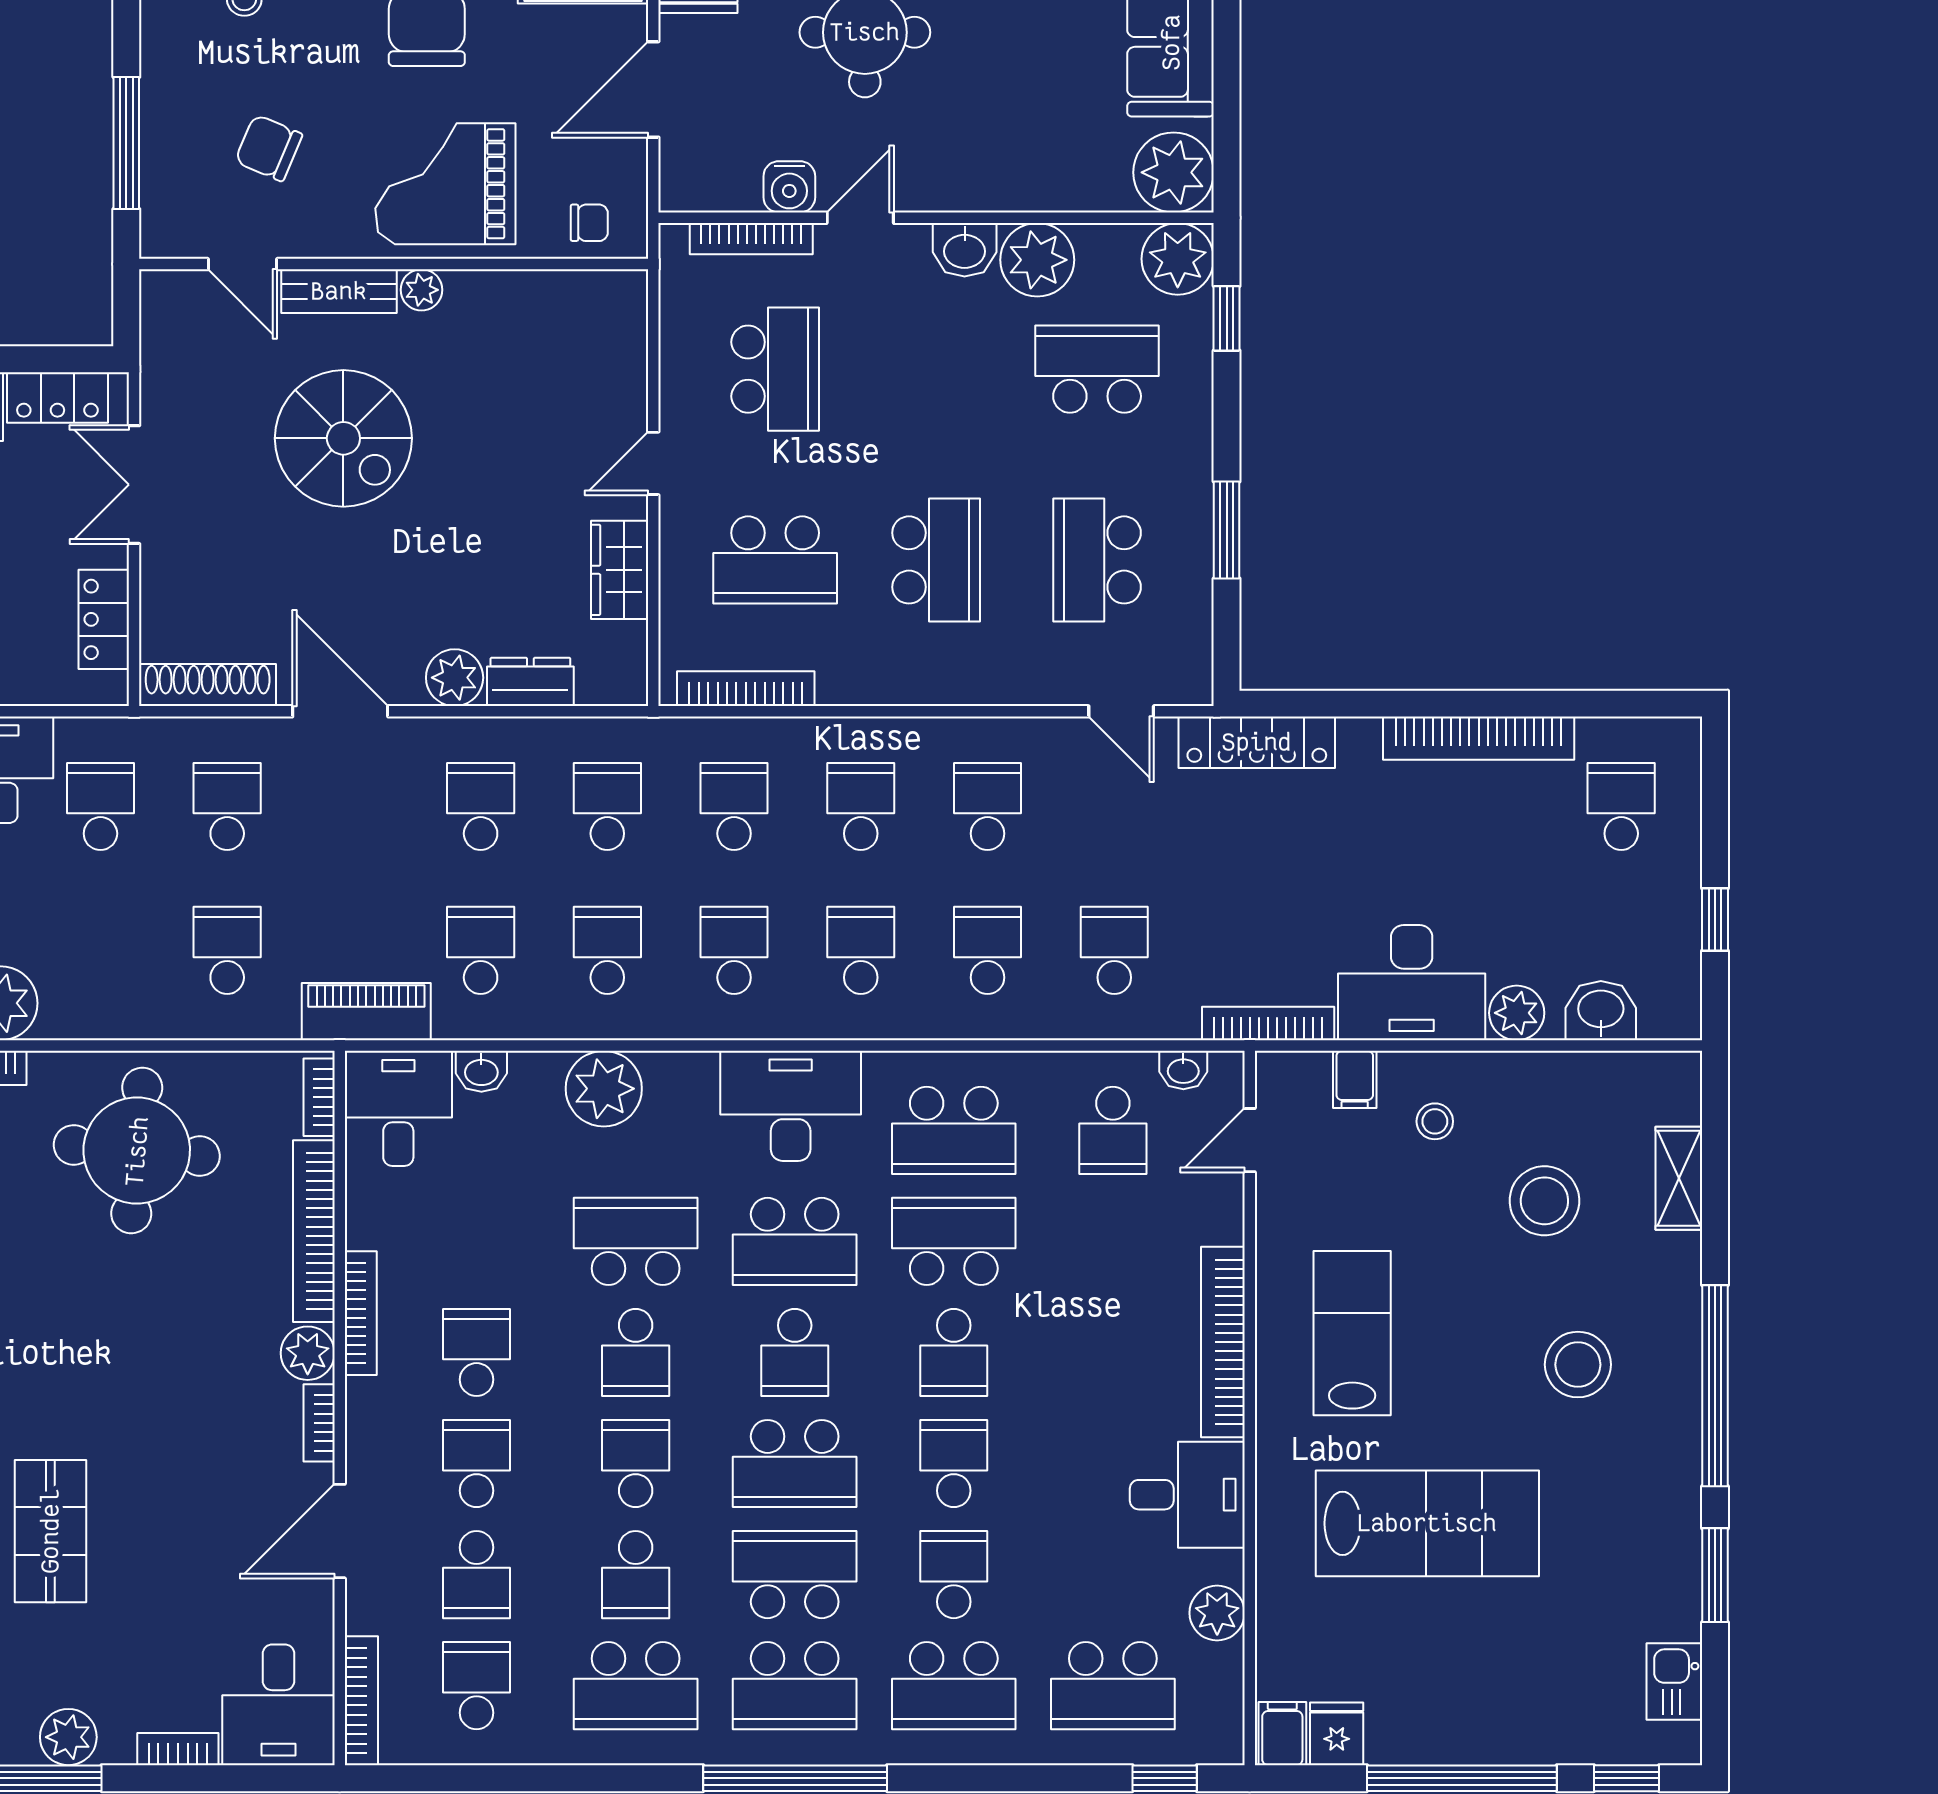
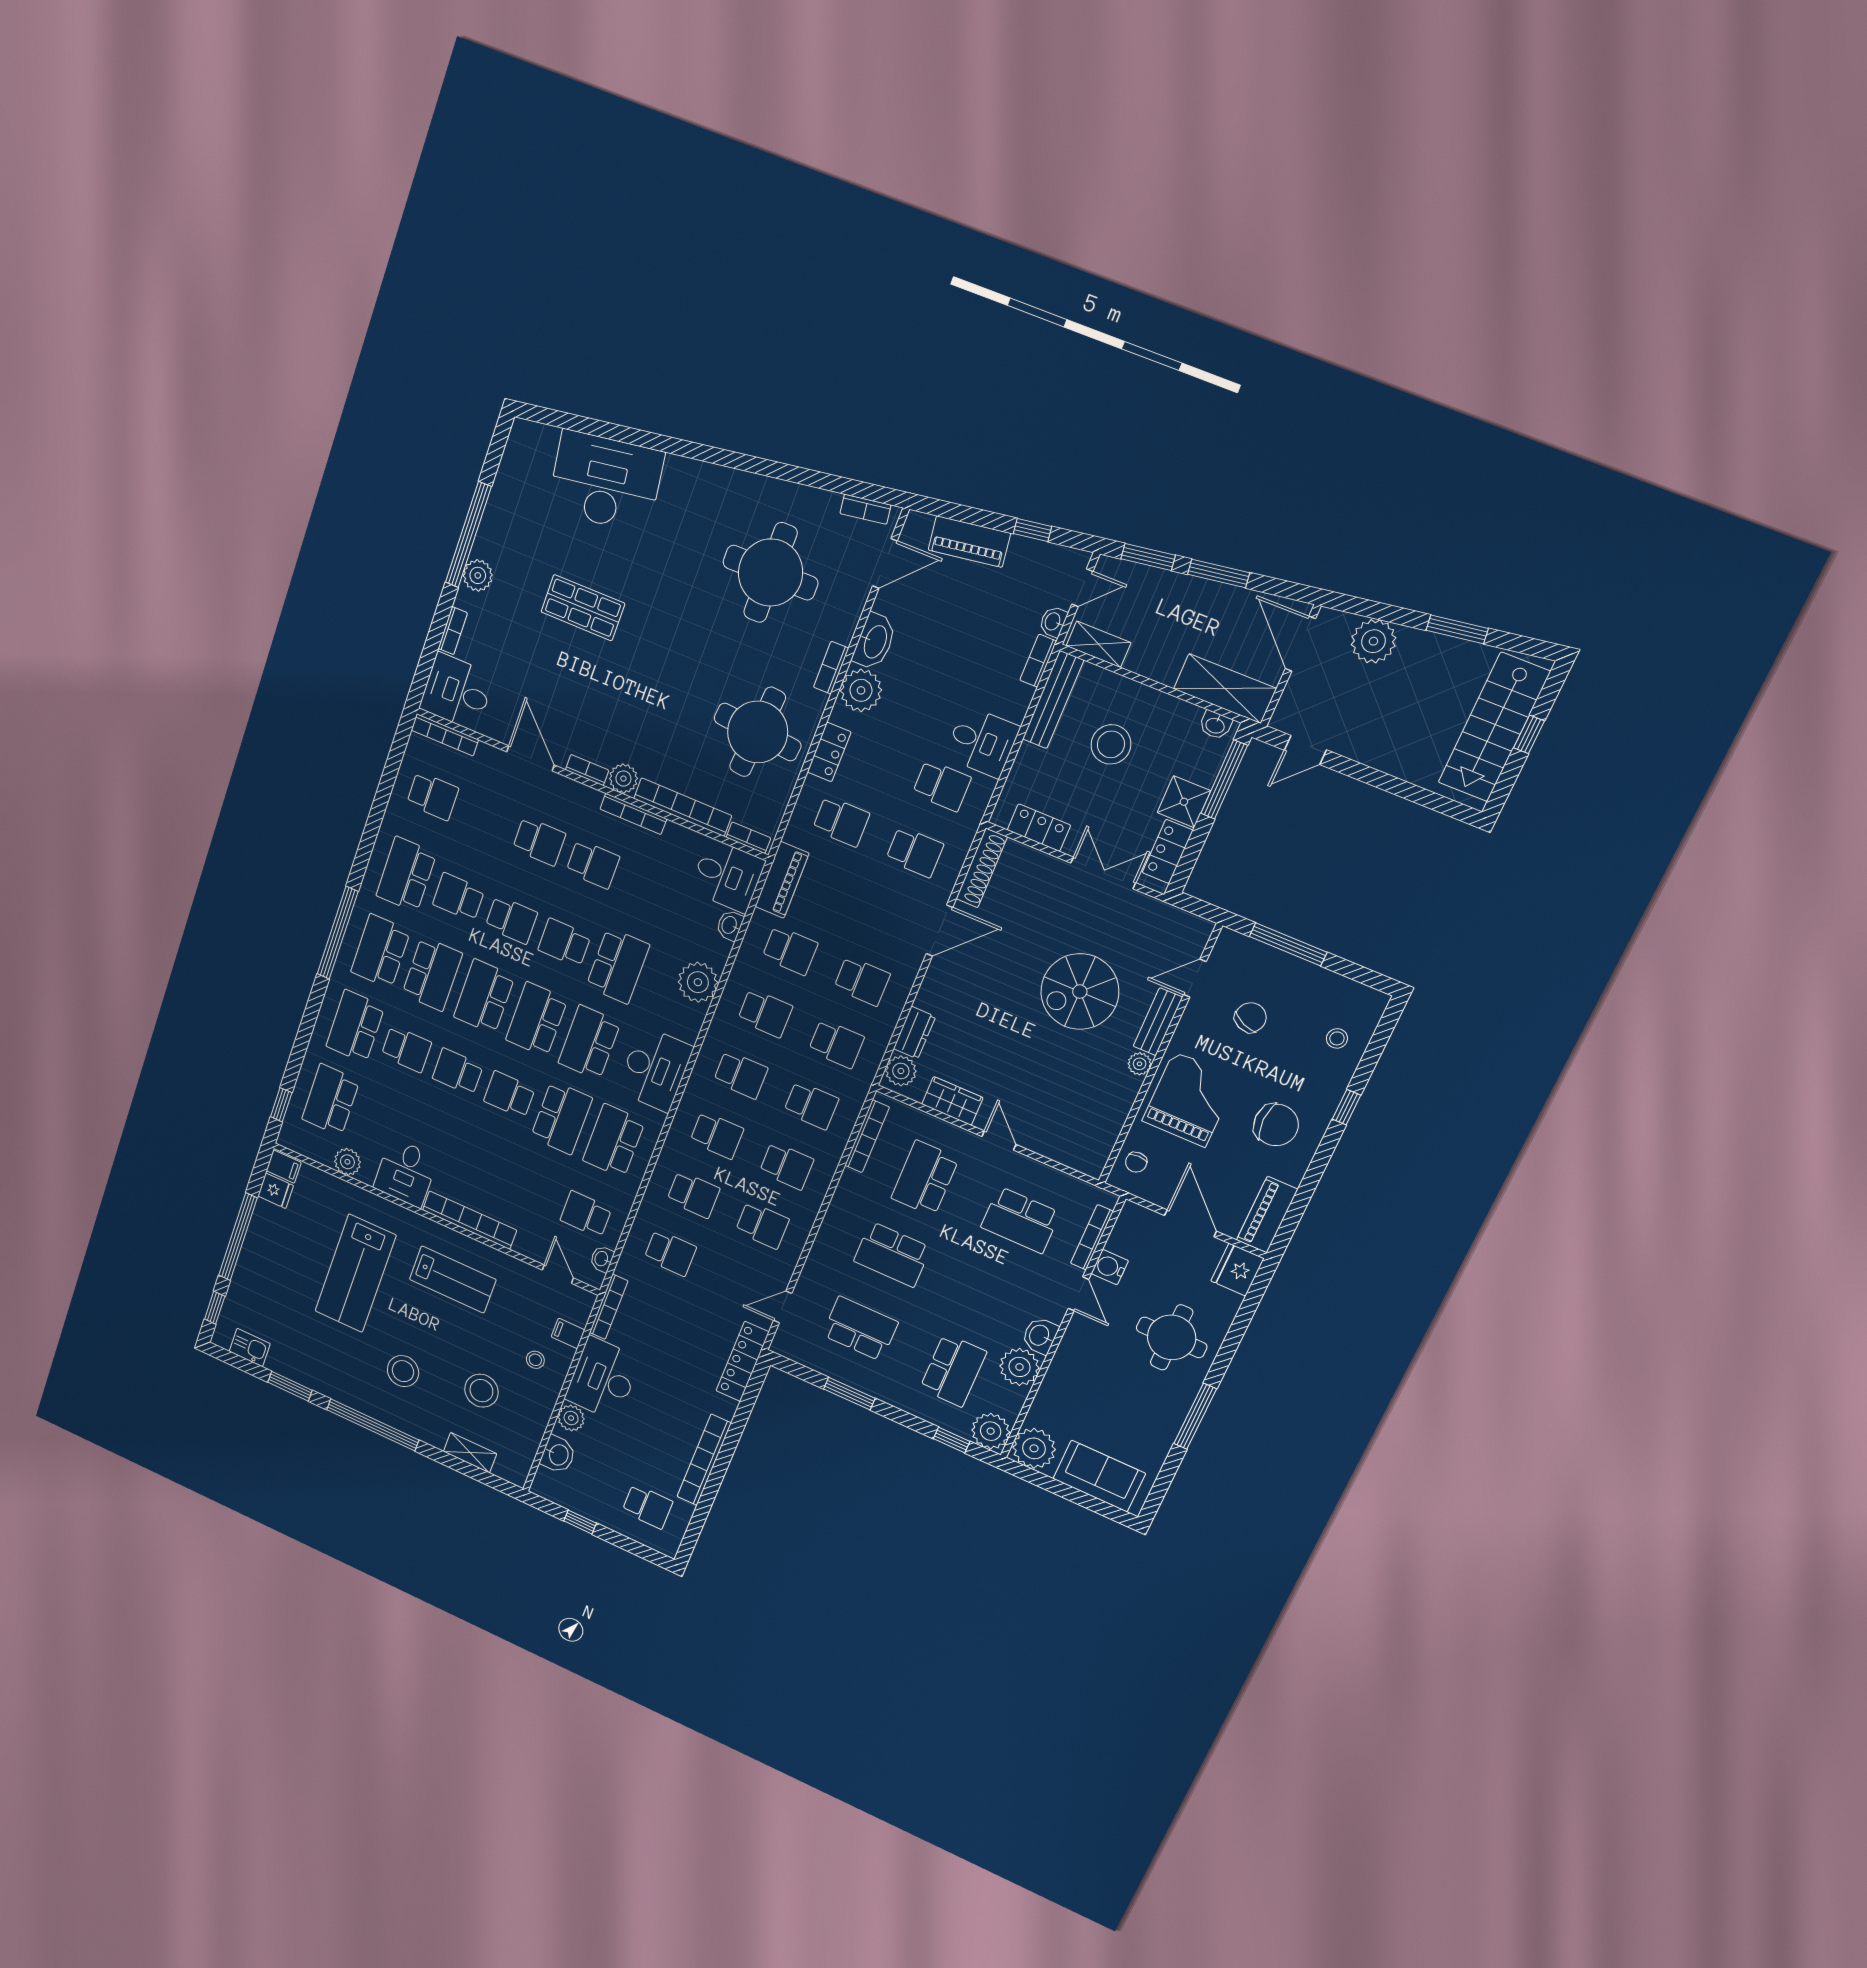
plant: (455, 678) -> (901, 1071), moved
locker: (121, 1016) -> (829, 752), added
school desk: (795, 1352) -> (537, 1020), width x1.85
school desk: (954, 1464) -> (458, 1072), turned 180
school desk: (477, 1575) -> (486, 818), removed

